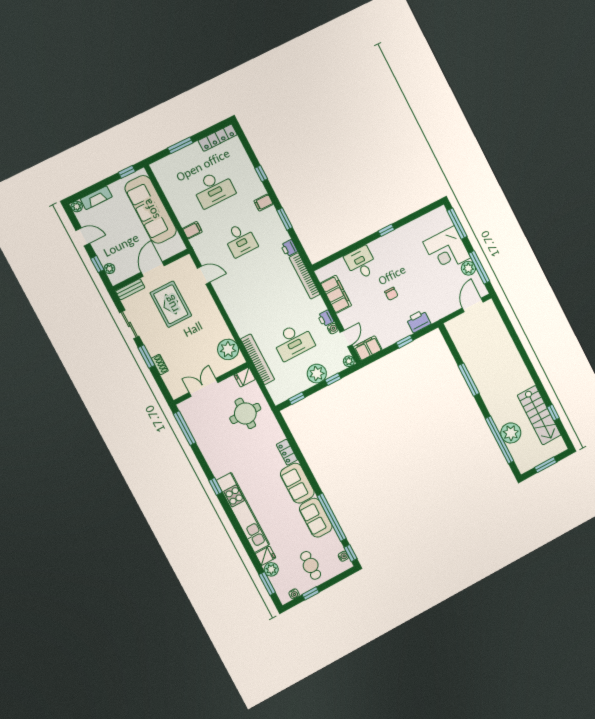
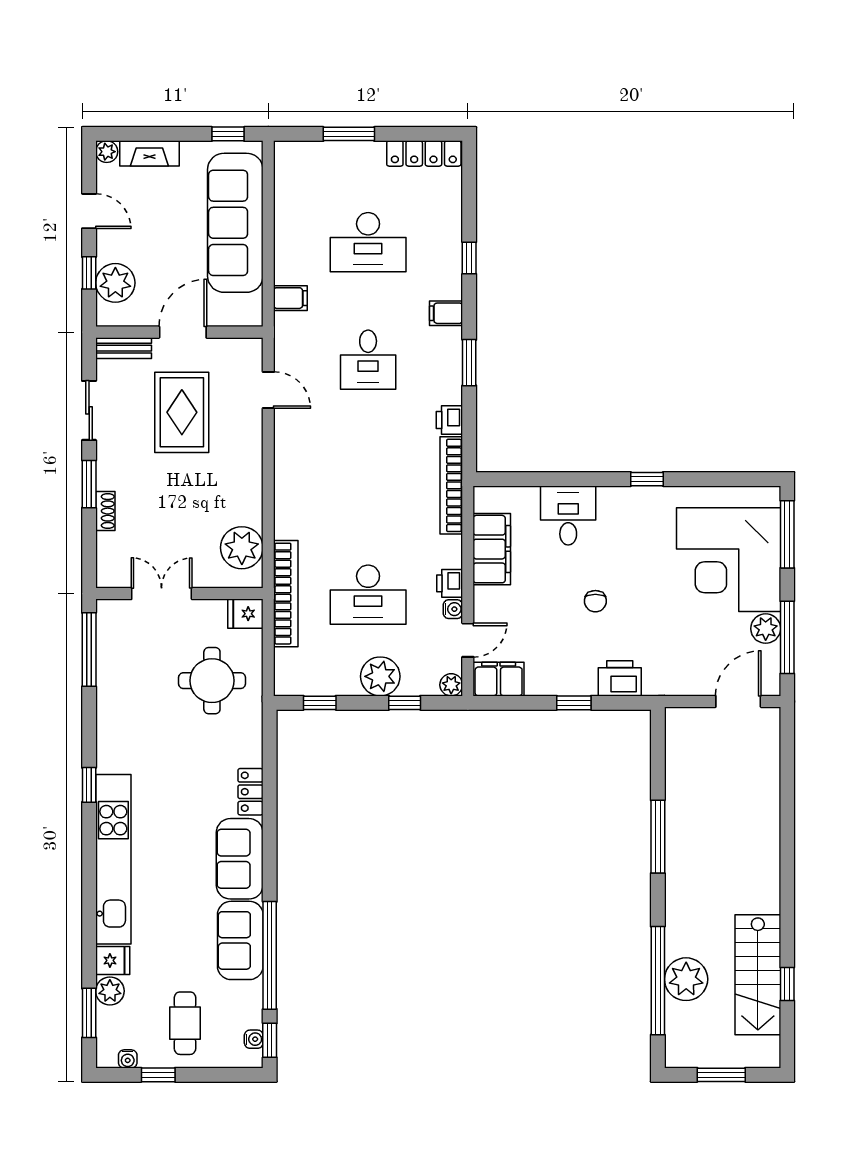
corner desk: (447, 250) -> (729, 560), width x1.36, depth x1.36
plant: (109, 269) -> (115, 283), width x1.88, depth x1.88

